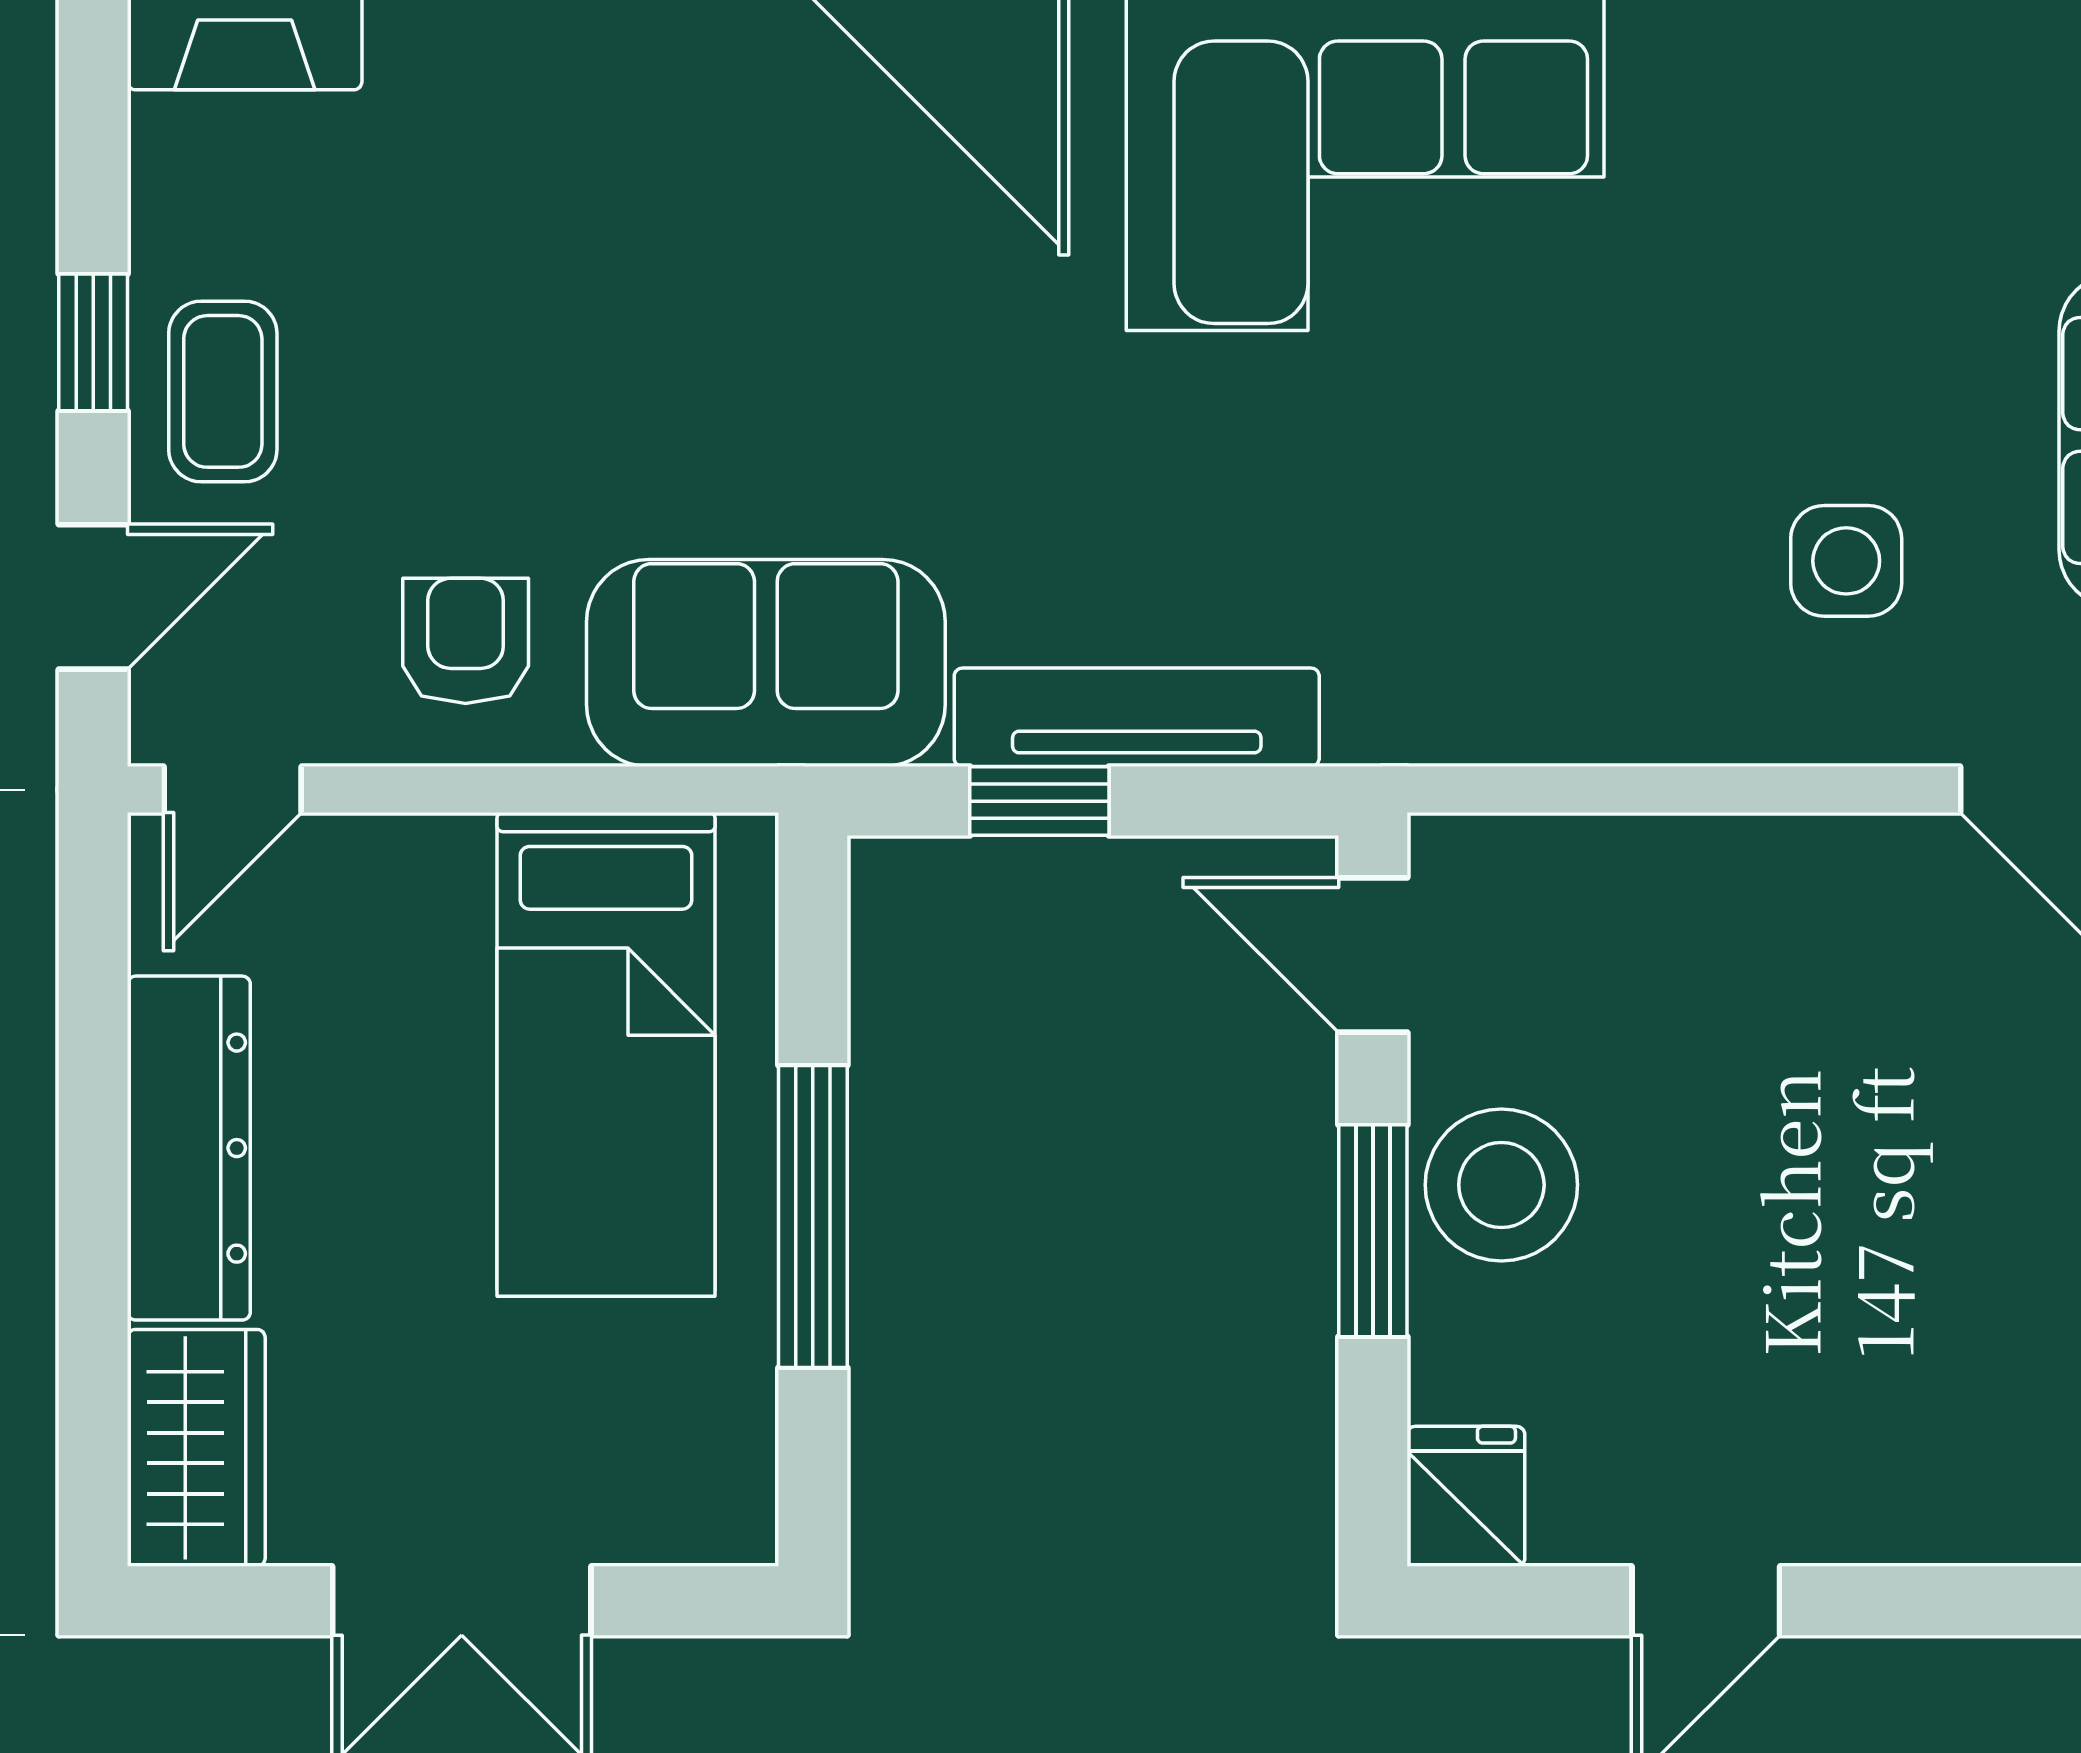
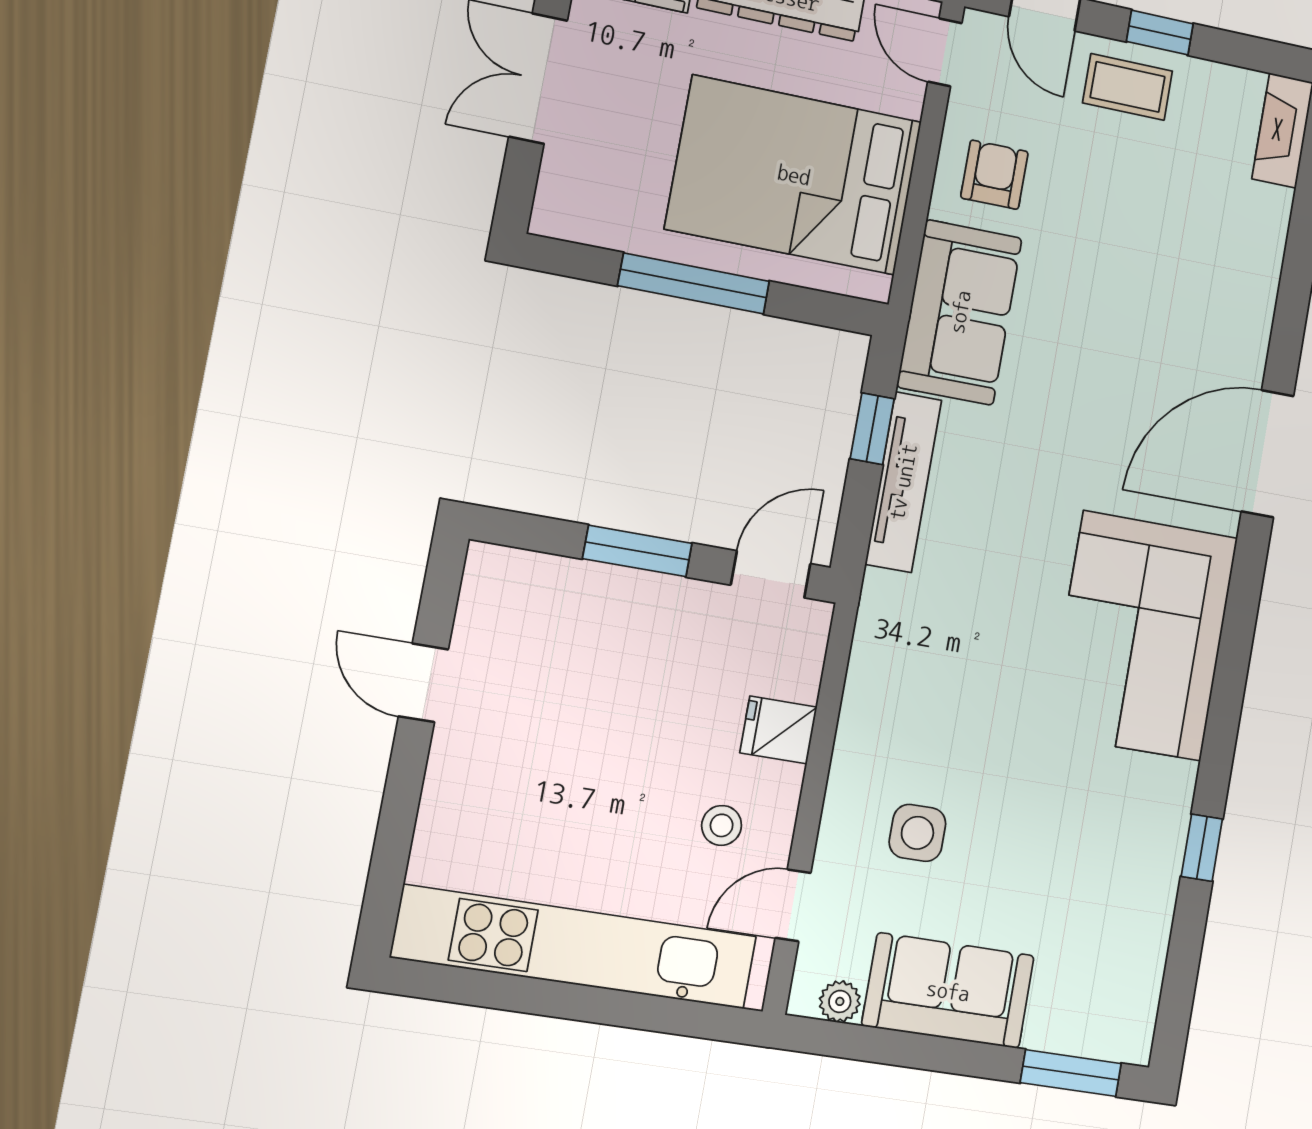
armchair: (466, 641) -> (994, 175), turned -90
bed: (606, 1054) -> (794, 175), width x1.50
stool: (1501, 1185) -> (722, 825), moved, width x0.53, depth x0.53
fridge: (1466, 1496) -> (778, 730), moved, turned 180

